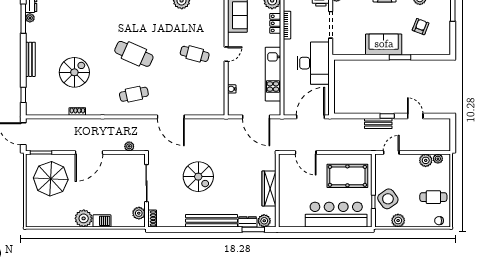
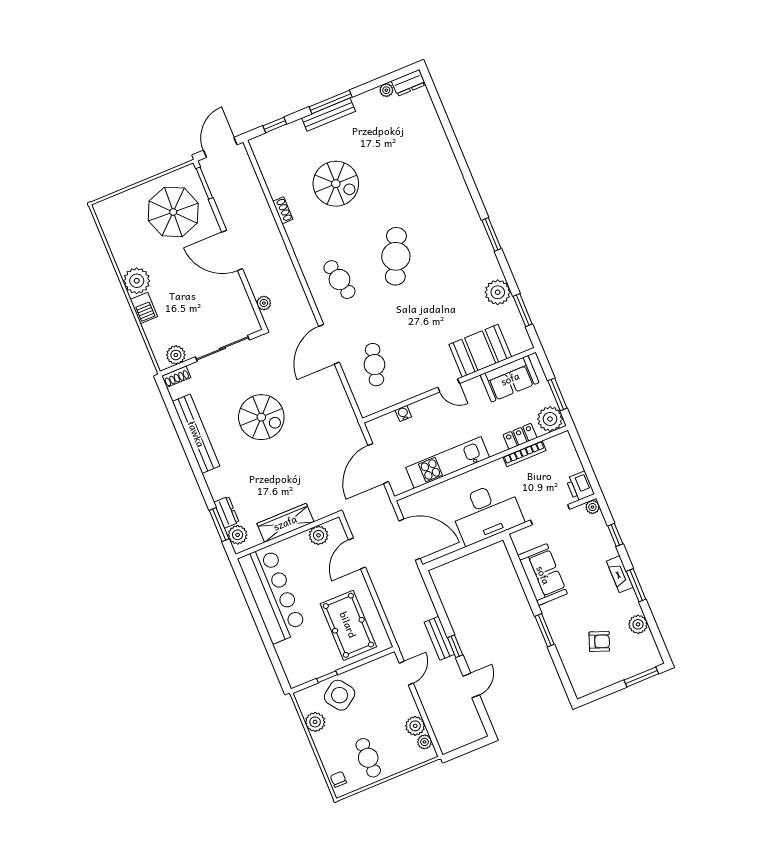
window: (23, 19) -> (331, 102), moved
booth: (213, 26) -> (480, 351), added
sofa: (384, 44) -> (543, 575), moved
cafe table: (195, 54) -> (374, 365), moved
door: (391, 152) -> (406, 673), hinge flipped
plant: (285, 171) -> (319, 535), added
spiral stairs: (198, 177) -> (261, 417), turned -90
bar counter: (336, 215) -> (272, 594), moved
bench: (211, 221) -> (196, 434), moved

